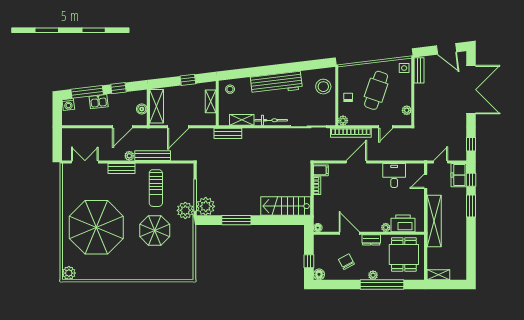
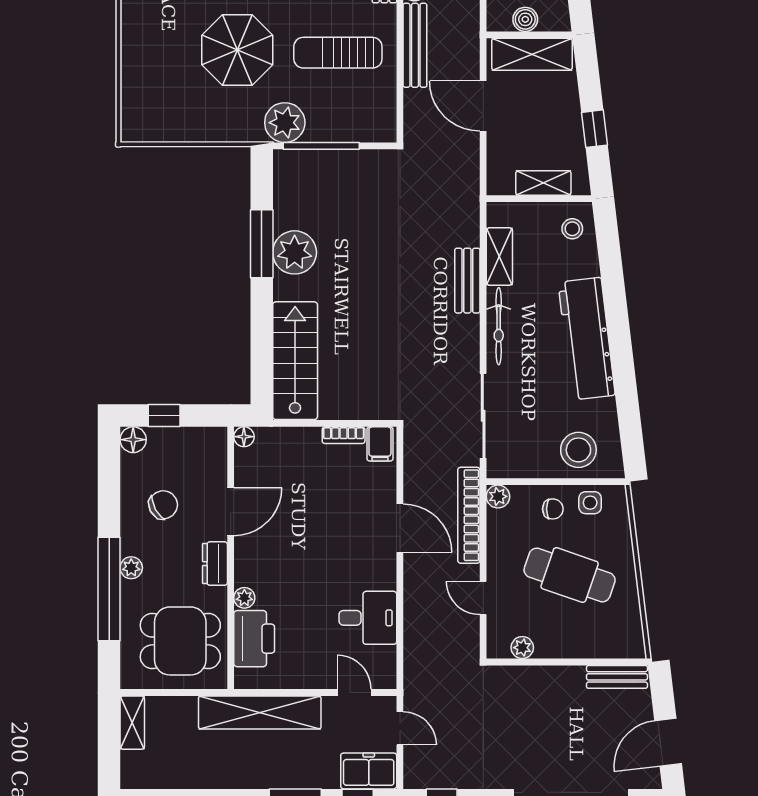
side table: (404, 68) -> (590, 503), moved
bench: (228, 133) -> (467, 281), moved
plant: (206, 206) -> (295, 252), moved

